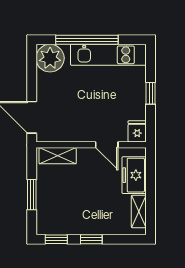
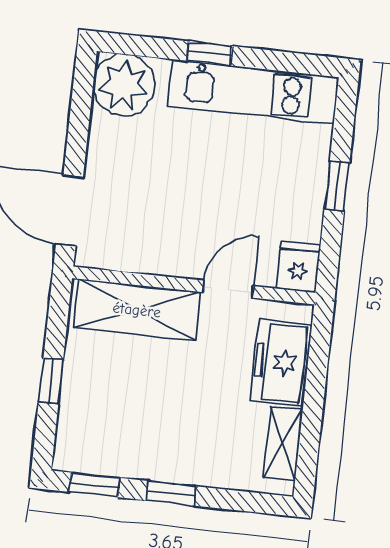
window: (87, 40) -> (209, 53), width x0.32
door: (107, 145) -> (228, 289), swing flipped
shelving: (58, 156) -> (137, 310), width x1.50, depth x1.33
window: (32, 195) -> (51, 381), width x0.67

